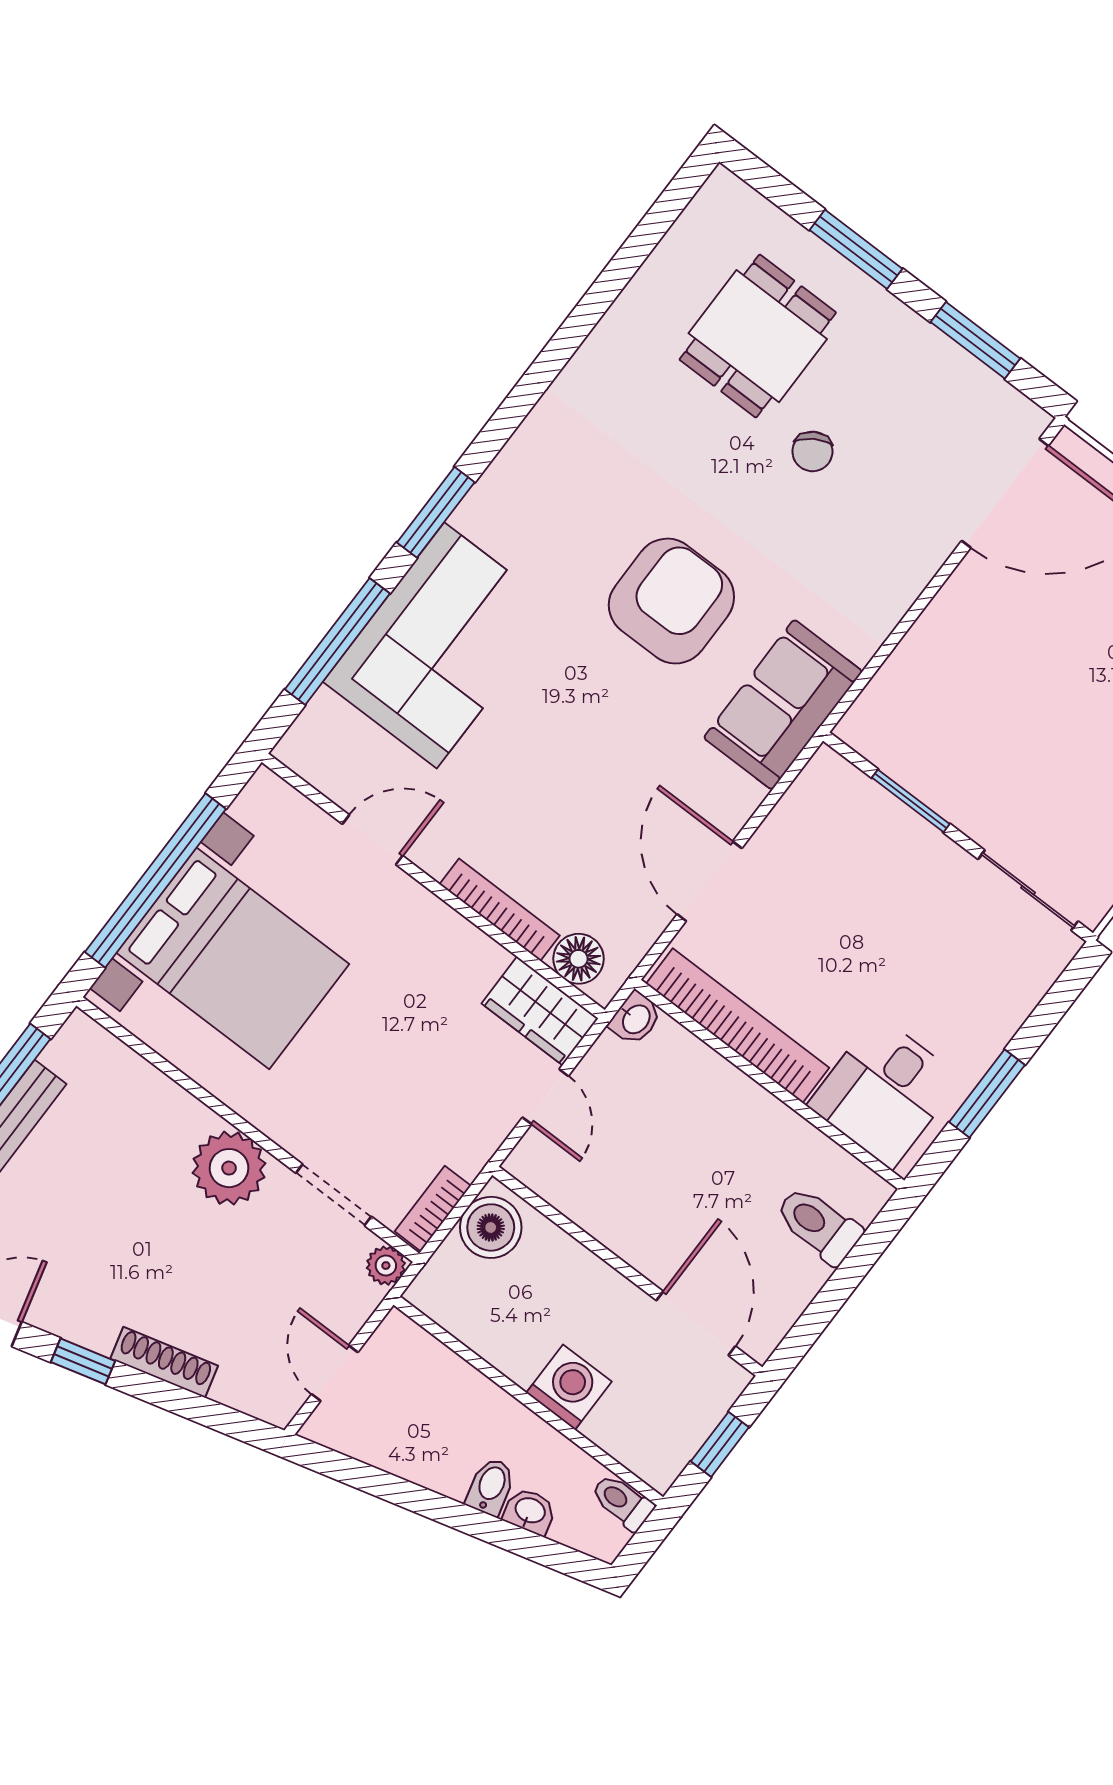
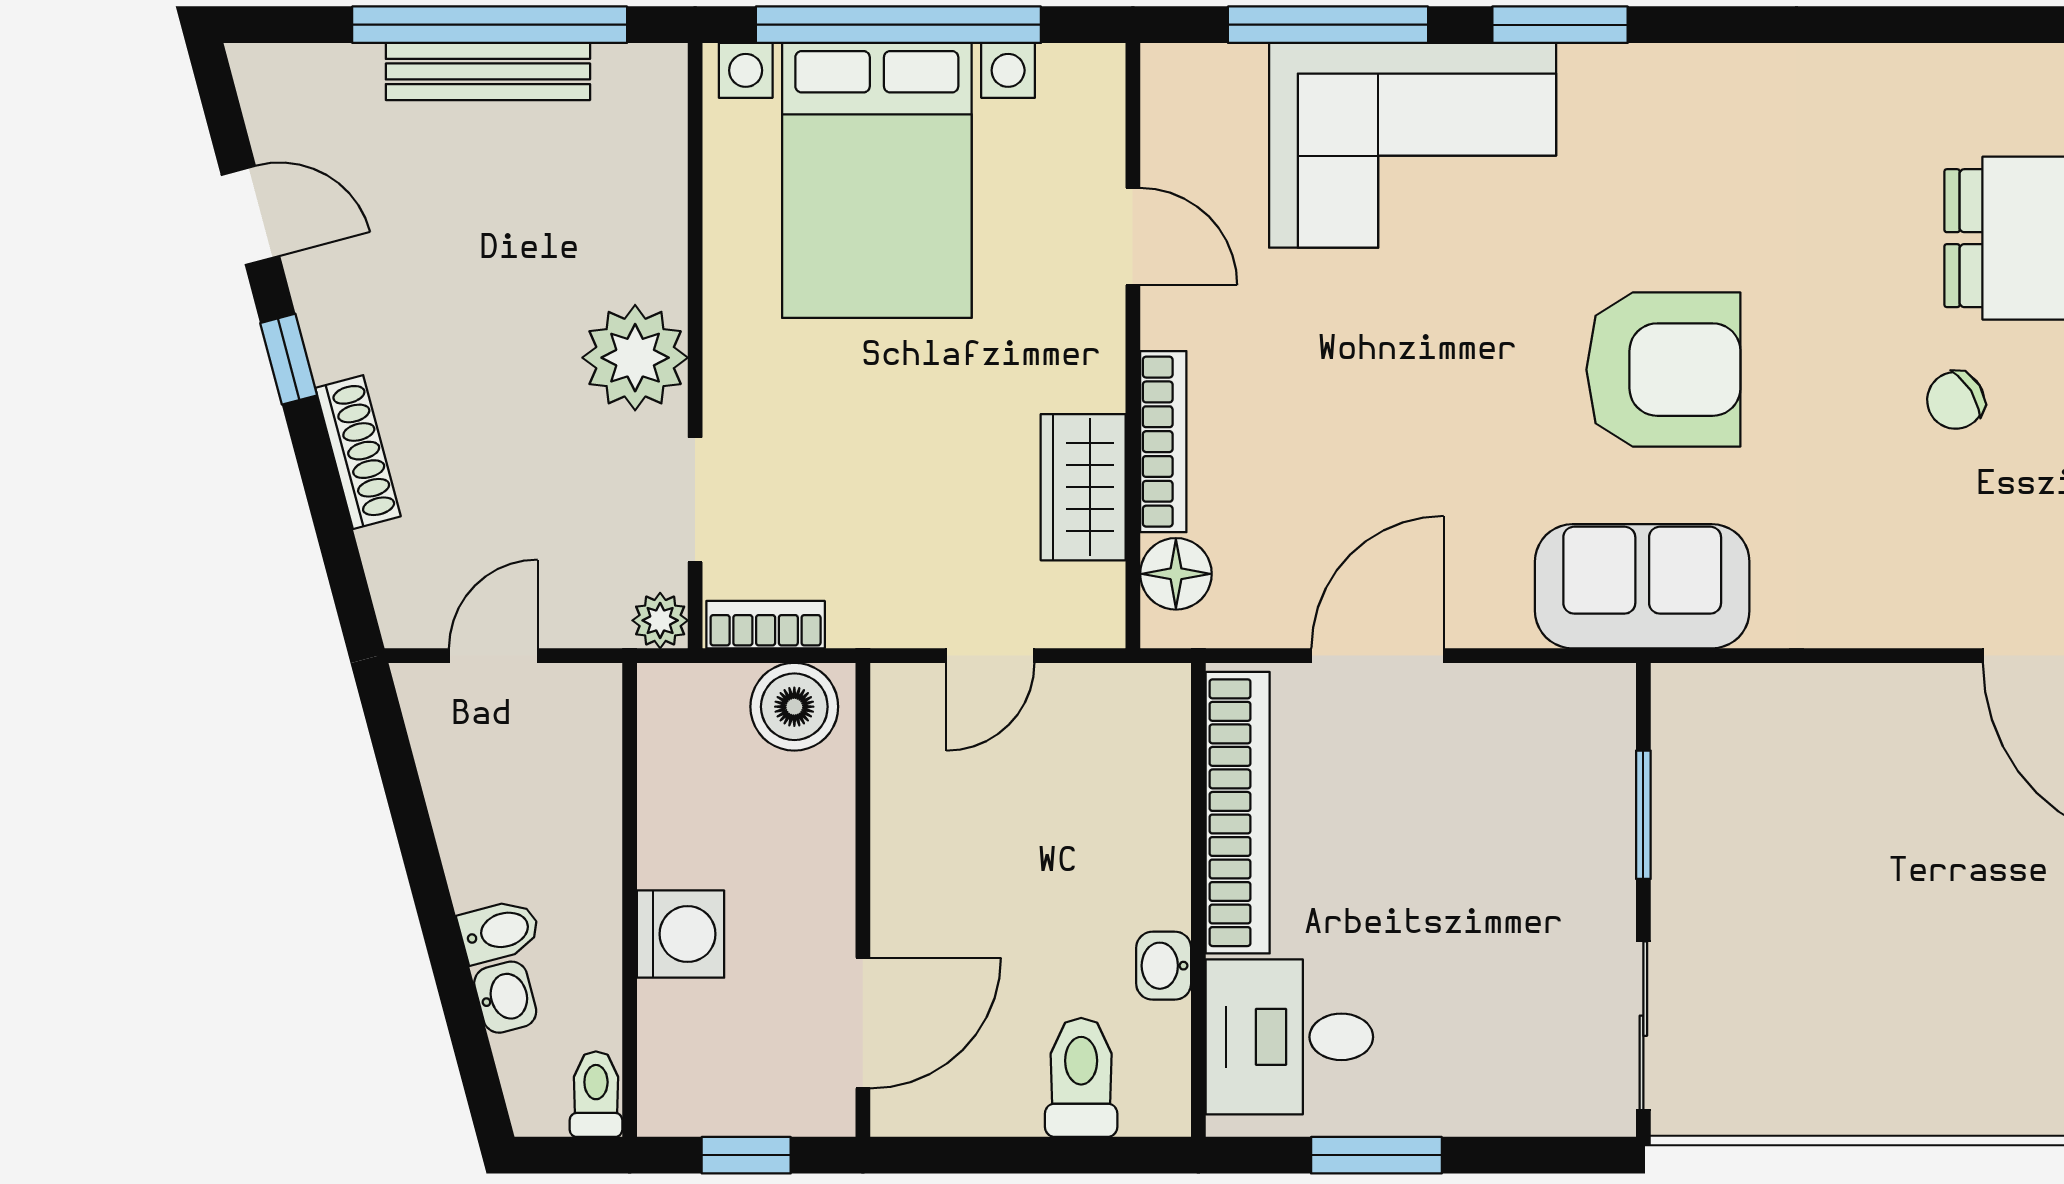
wardrobe: (540, 1011) -> (1083, 487), moved
washbasin: (635, 1019) -> (1164, 966), moved, turned 90

